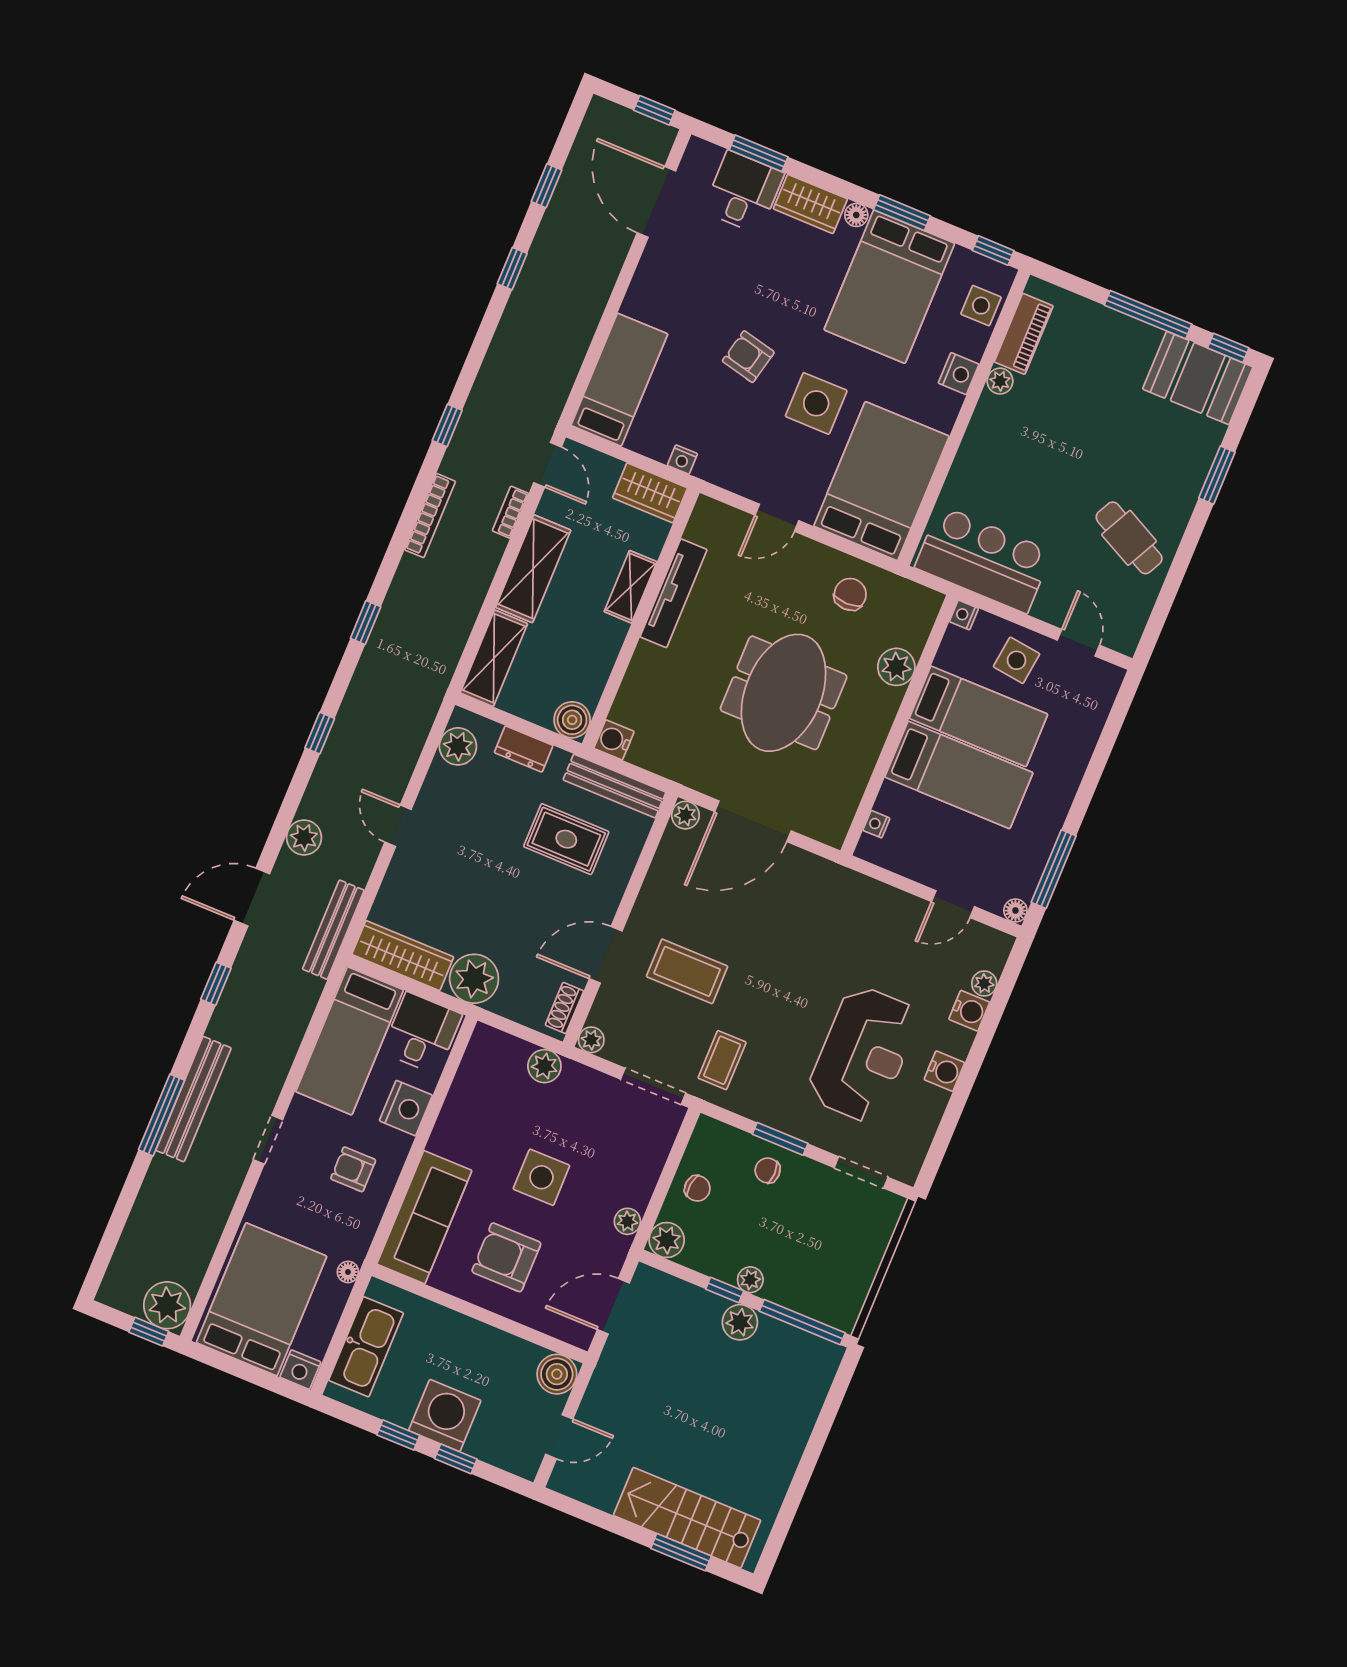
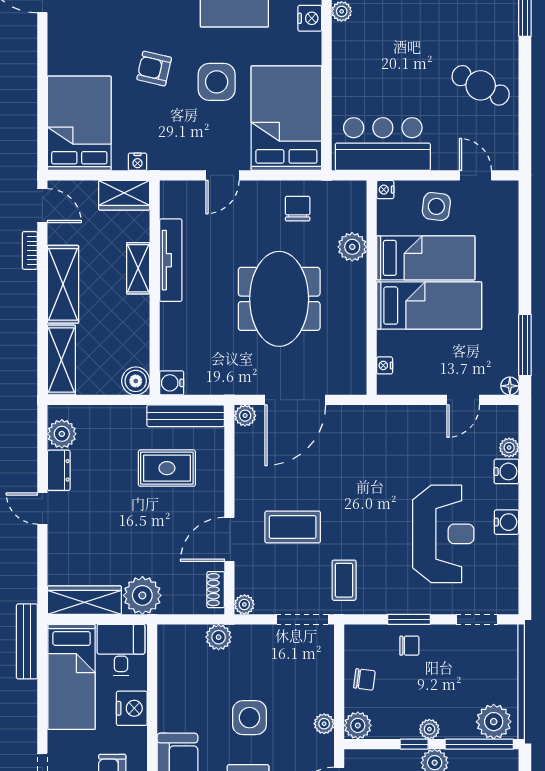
bed: (619, 380) -> (79, 123), width x1.50
dresser: (524, 749) -> (59, 470), moved, turned -90
bench: (333, 930) -> (27, 641), moved
chair: (768, 1170) -> (409, 646), turned 180
plant: (831, 1303) -> (494, 722), added

